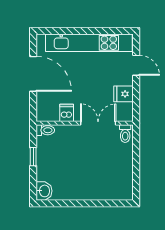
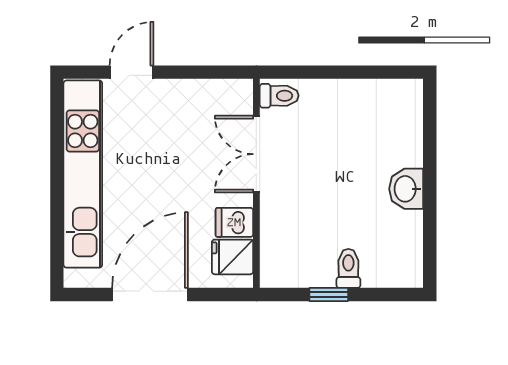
fridge: (123, 94) -> (232, 257), moved, turned 90
toilet: (45, 130) -> (348, 268), moved
washbasin: (44, 191) -> (406, 189), moved, turned -90

